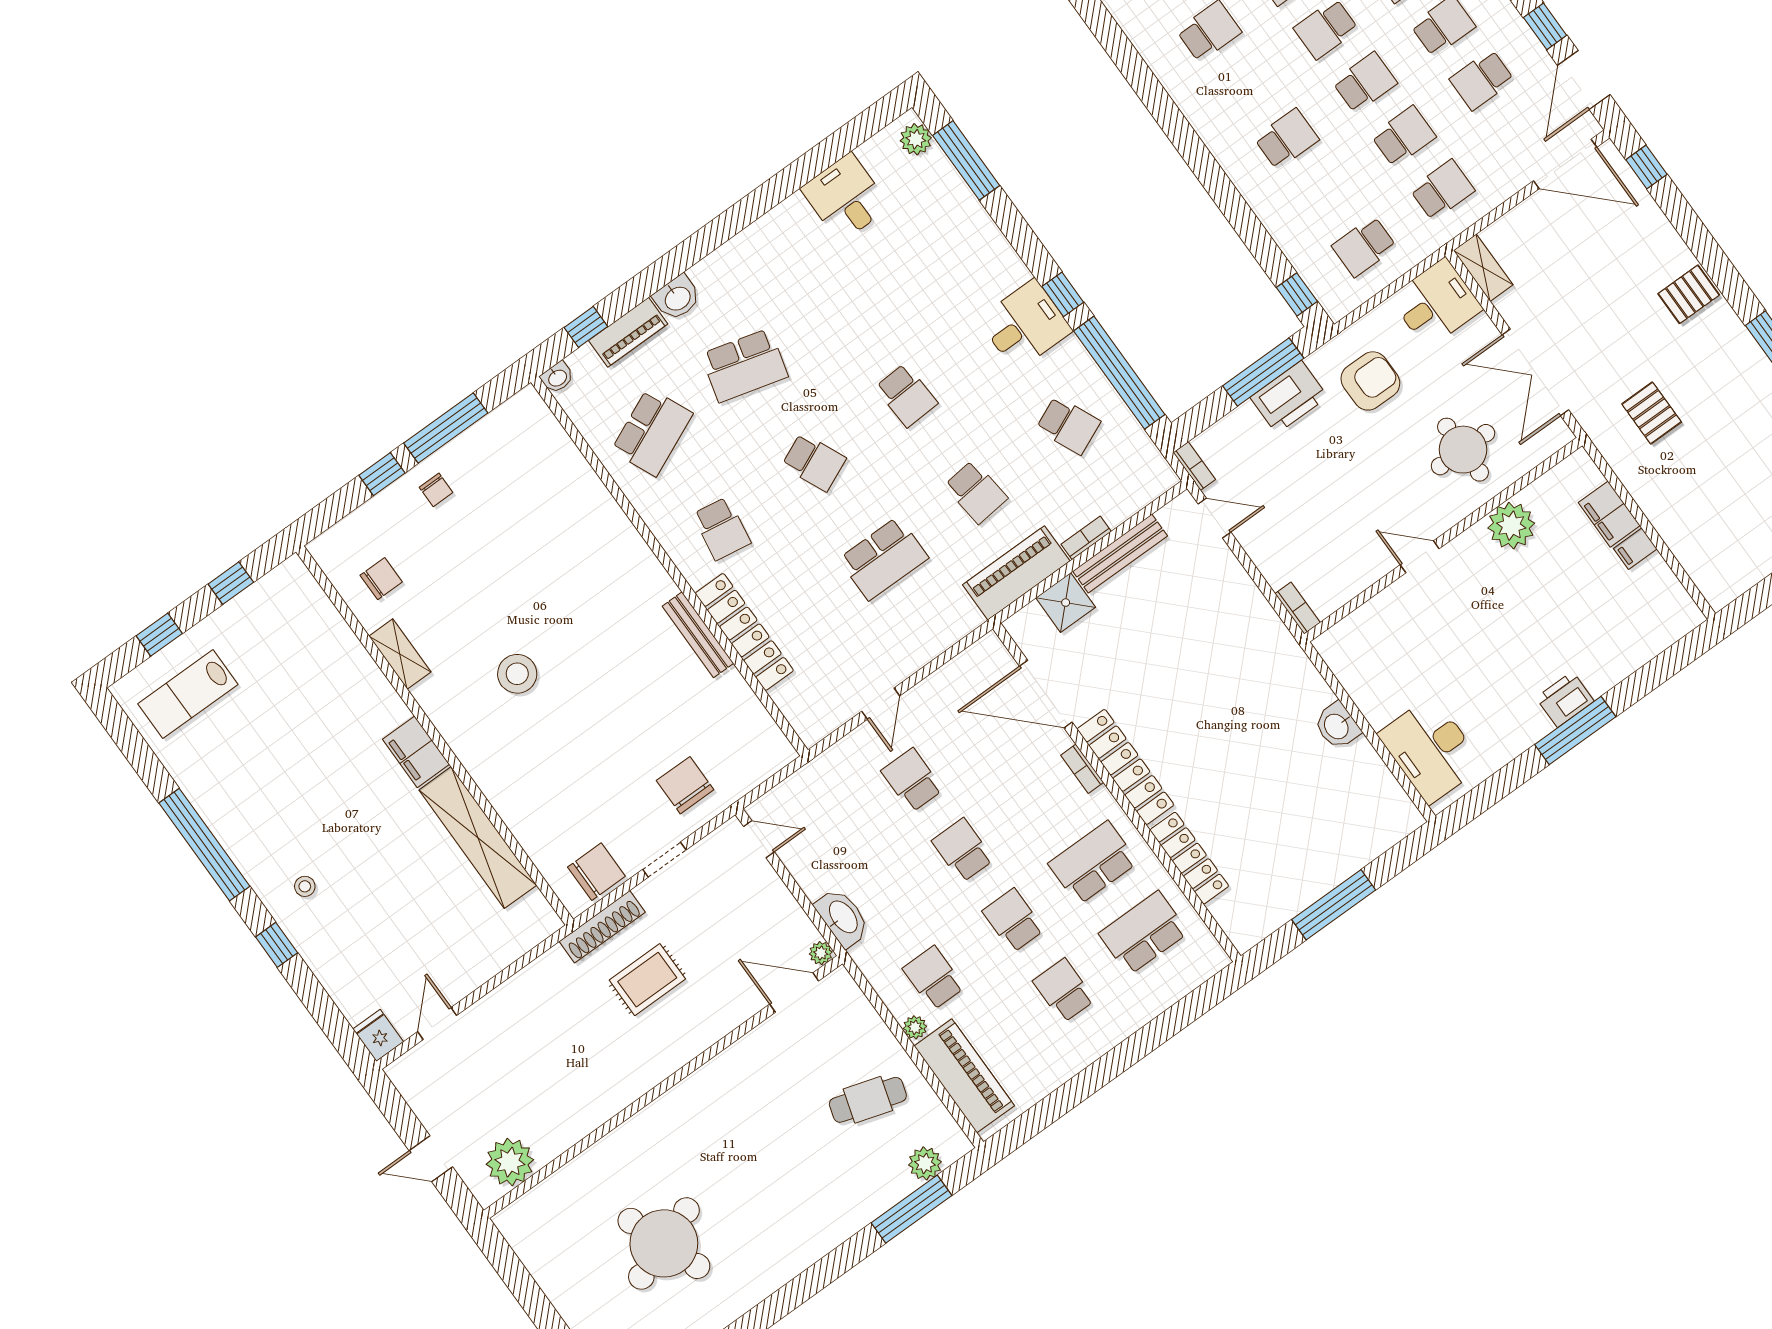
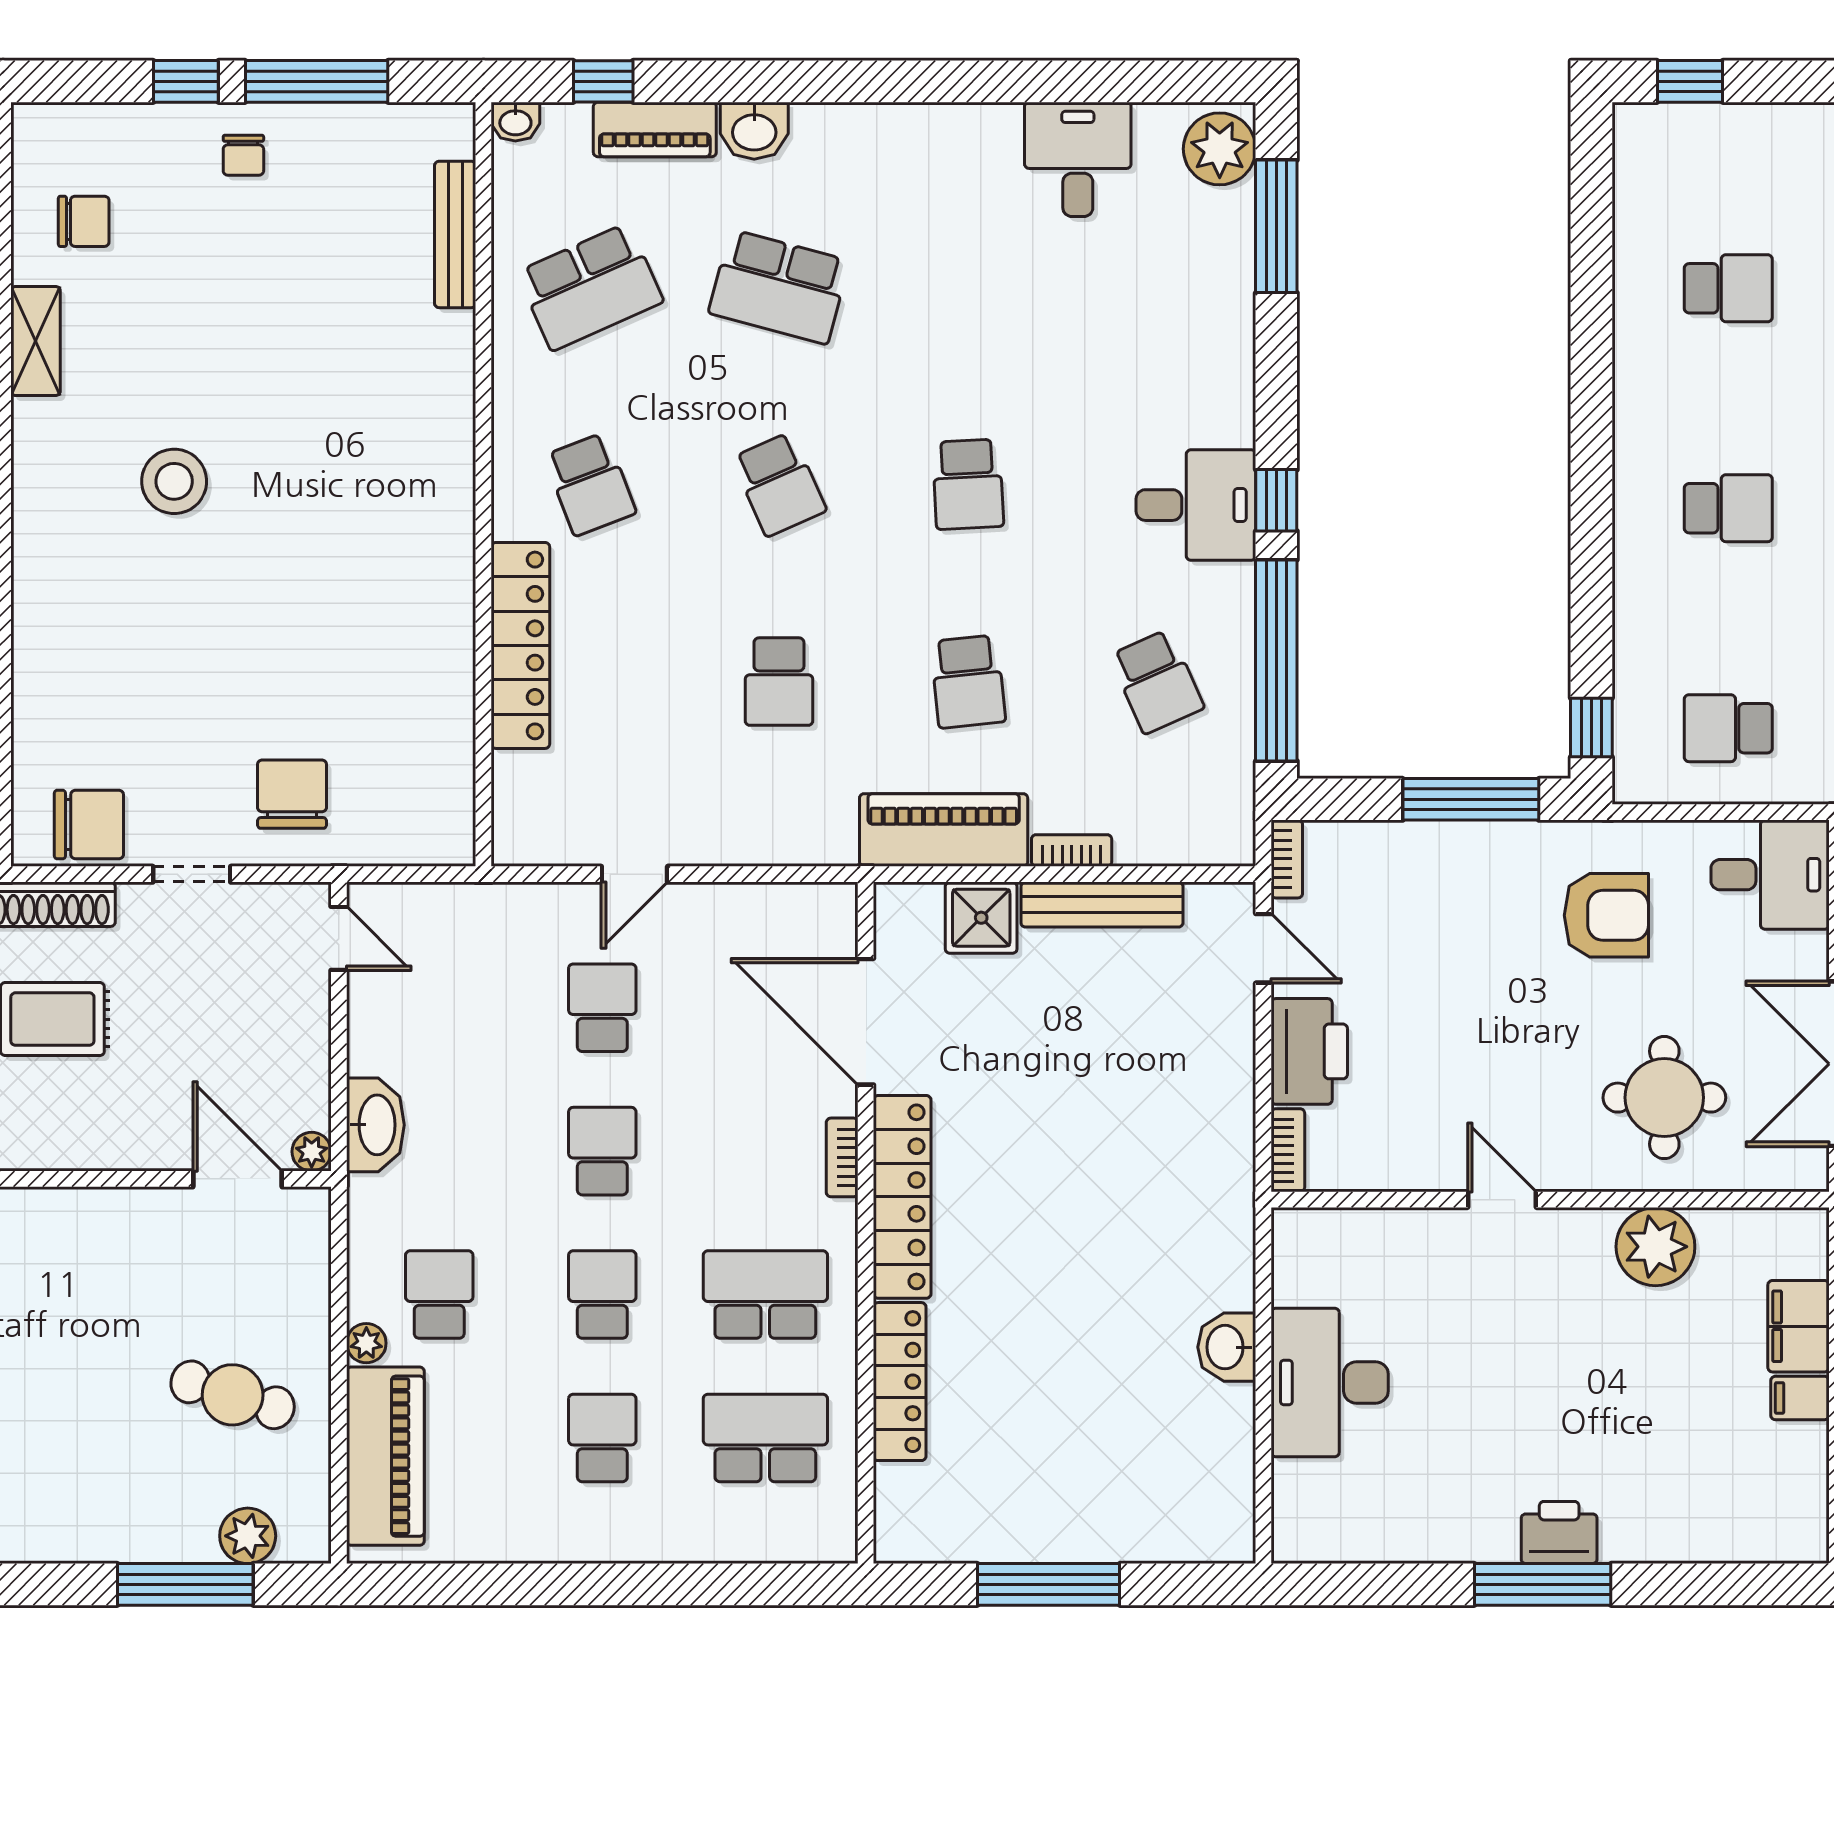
plant: (916, 139) -> (1220, 149), width x1.36, depth x1.36
printer: (1289, 397) -> (1309, 1051), moved, turned -90
school desk: (722, 529) -> (590, 484), turned -30
school desk: (884, 558) -> (779, 682), width x0.54
bench: (698, 635) -> (455, 234), moved
desk: (1431, 750) -> (1330, 1383), moved

